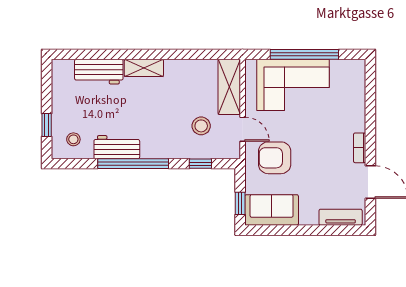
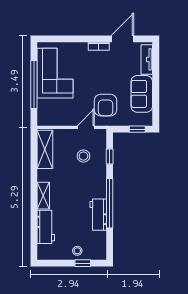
corner sofa: (293, 85) -> (55, 73), moved
shelving: (229, 87) -> (45, 149), moved, turned 90
stool: (73, 139) -> (77, 251), moved
sofa: (272, 210) -> (142, 94), moved

